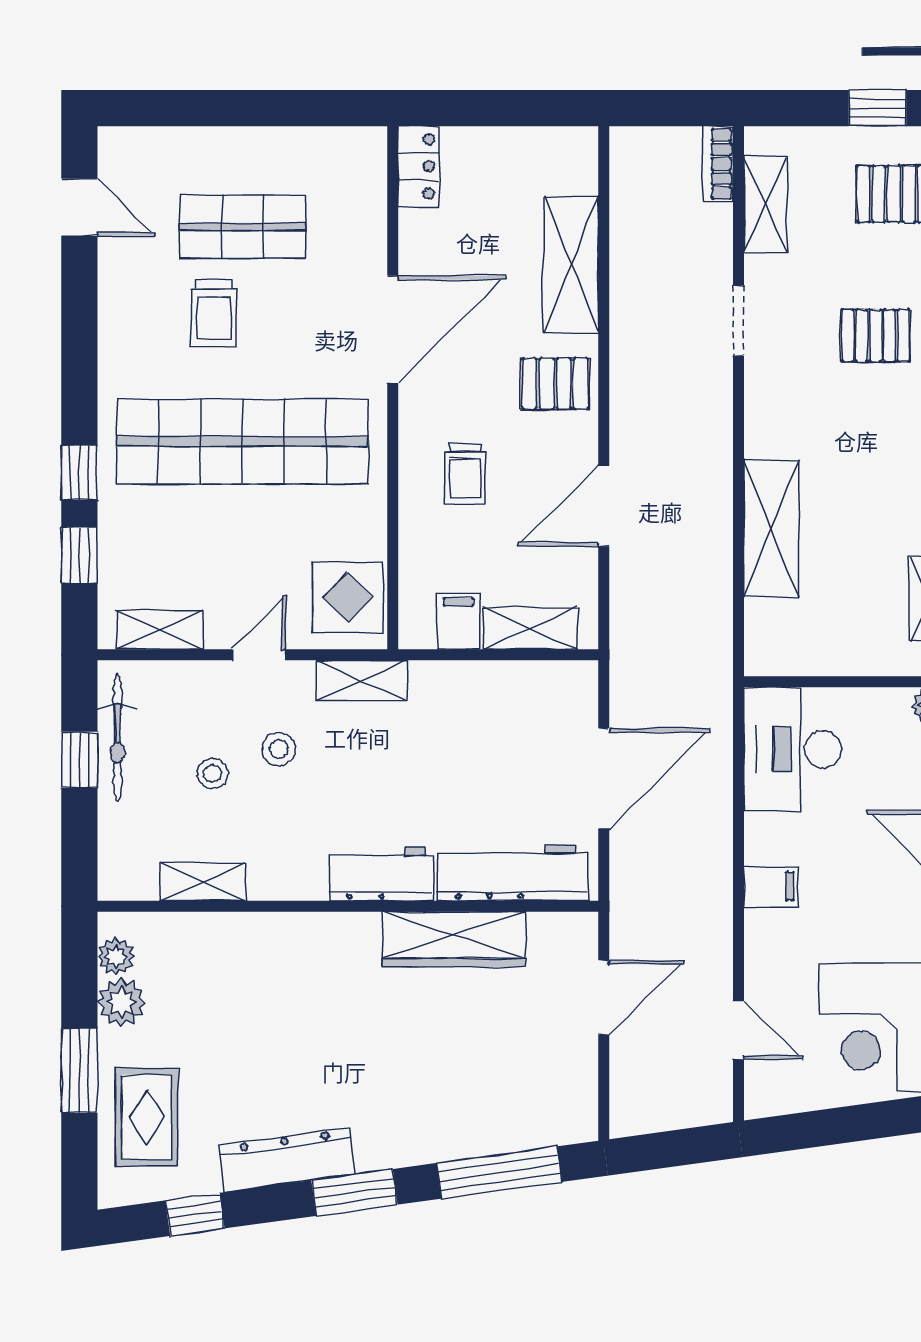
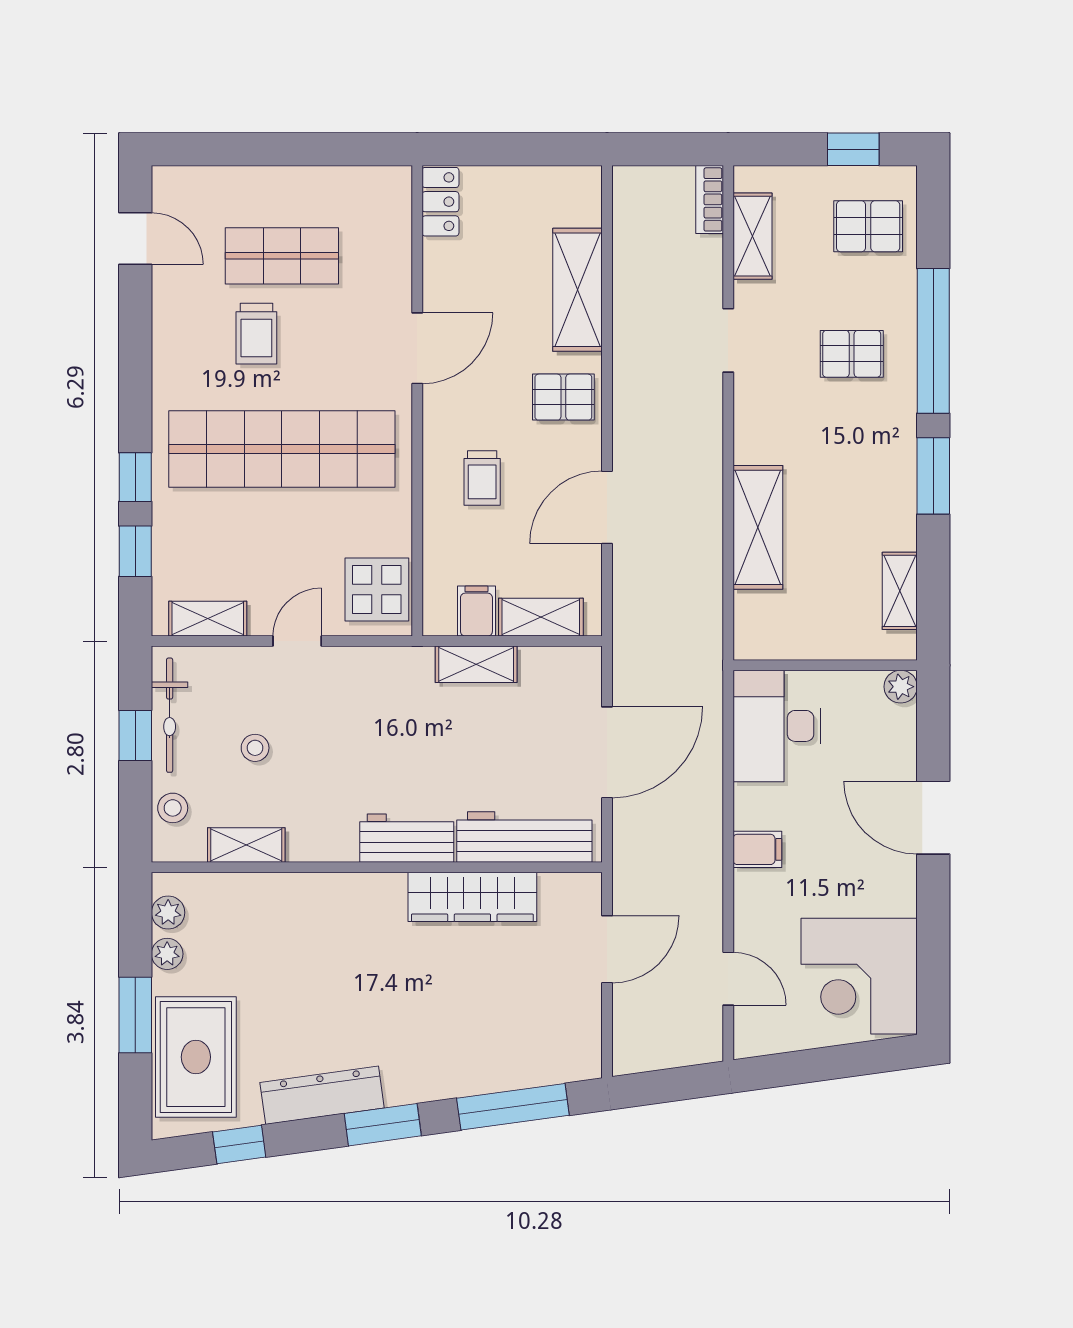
door: (393, 329) -> (417, 348), width x0.73
shelving: (362, 681) -> (476, 664), moved
stool: (279, 749) -> (173, 808), moved
plant: (121, 1003) -> (167, 954), width x0.73, depth x0.73
rug: (147, 1117) -> (196, 1057), width x1.36, depth x1.43

